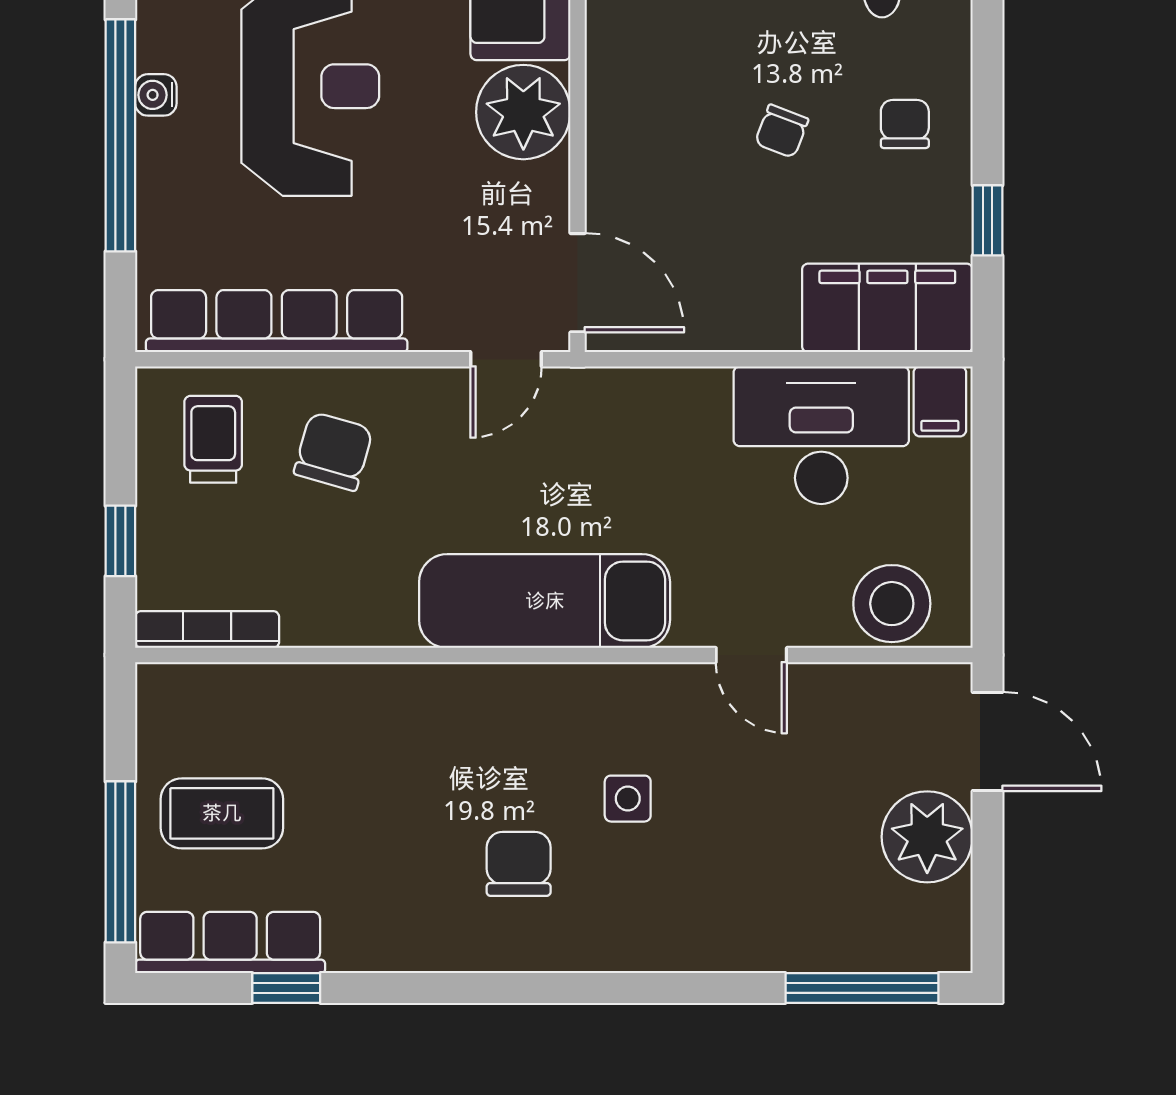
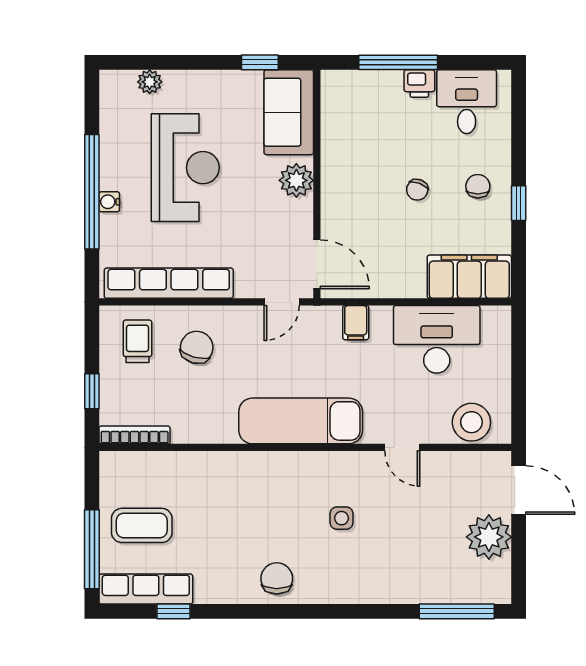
water cooler: (156, 95) -> (109, 202), moved
plant: (523, 112) -> (296, 180), width x0.73, depth x0.73
window: (988, 220) -> (519, 203), moved
filing cabinet: (940, 401) -> (356, 323), moved
chair: (519, 864) -> (277, 578), moved

